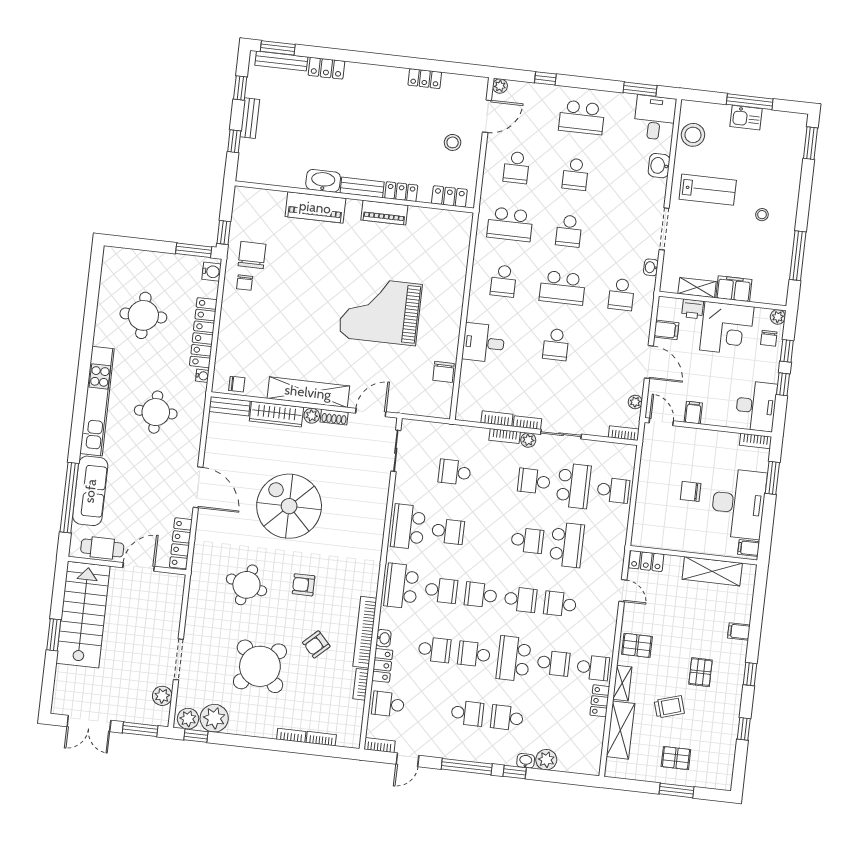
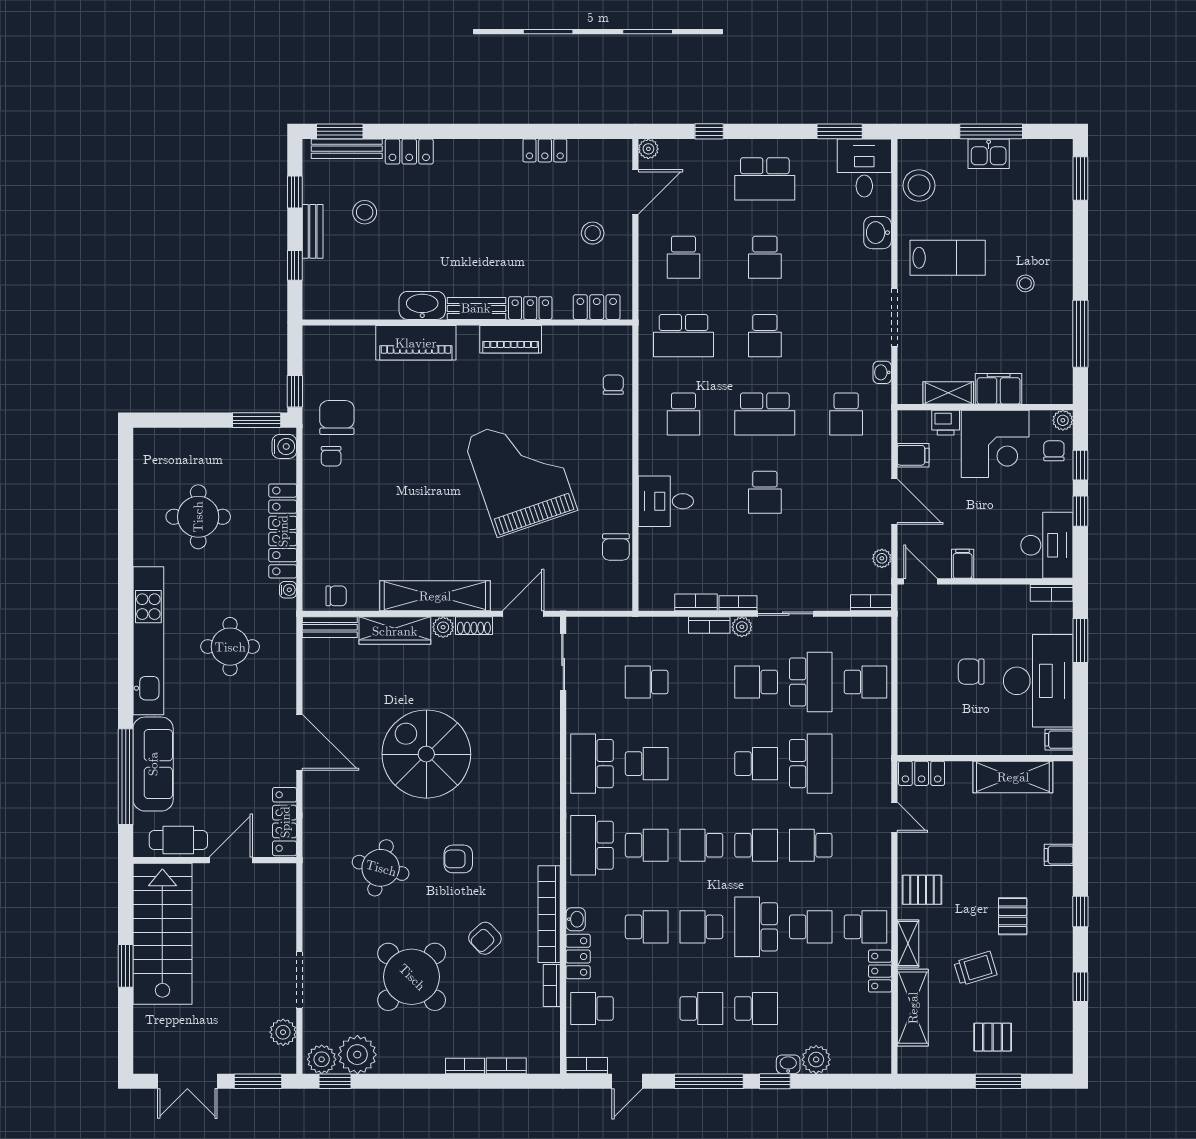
stool: (289, 109) -> (365, 212), added
chair: (455, 254) -> (613, 385), added
grand piano: (380, 311) -> (520, 474), turned 71
chair: (769, 338) -> (1054, 451), turned 180
school desk: (507, 718) -> (756, 1008), turned 180

